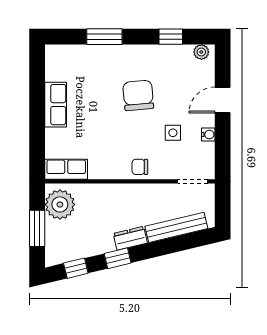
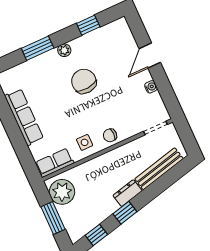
plant: (201, 52) -> (64, 50), moved
row of seats: (56, 105) -> (24, 117), width x1.48
side table: (173, 133) -> (85, 142), moved

